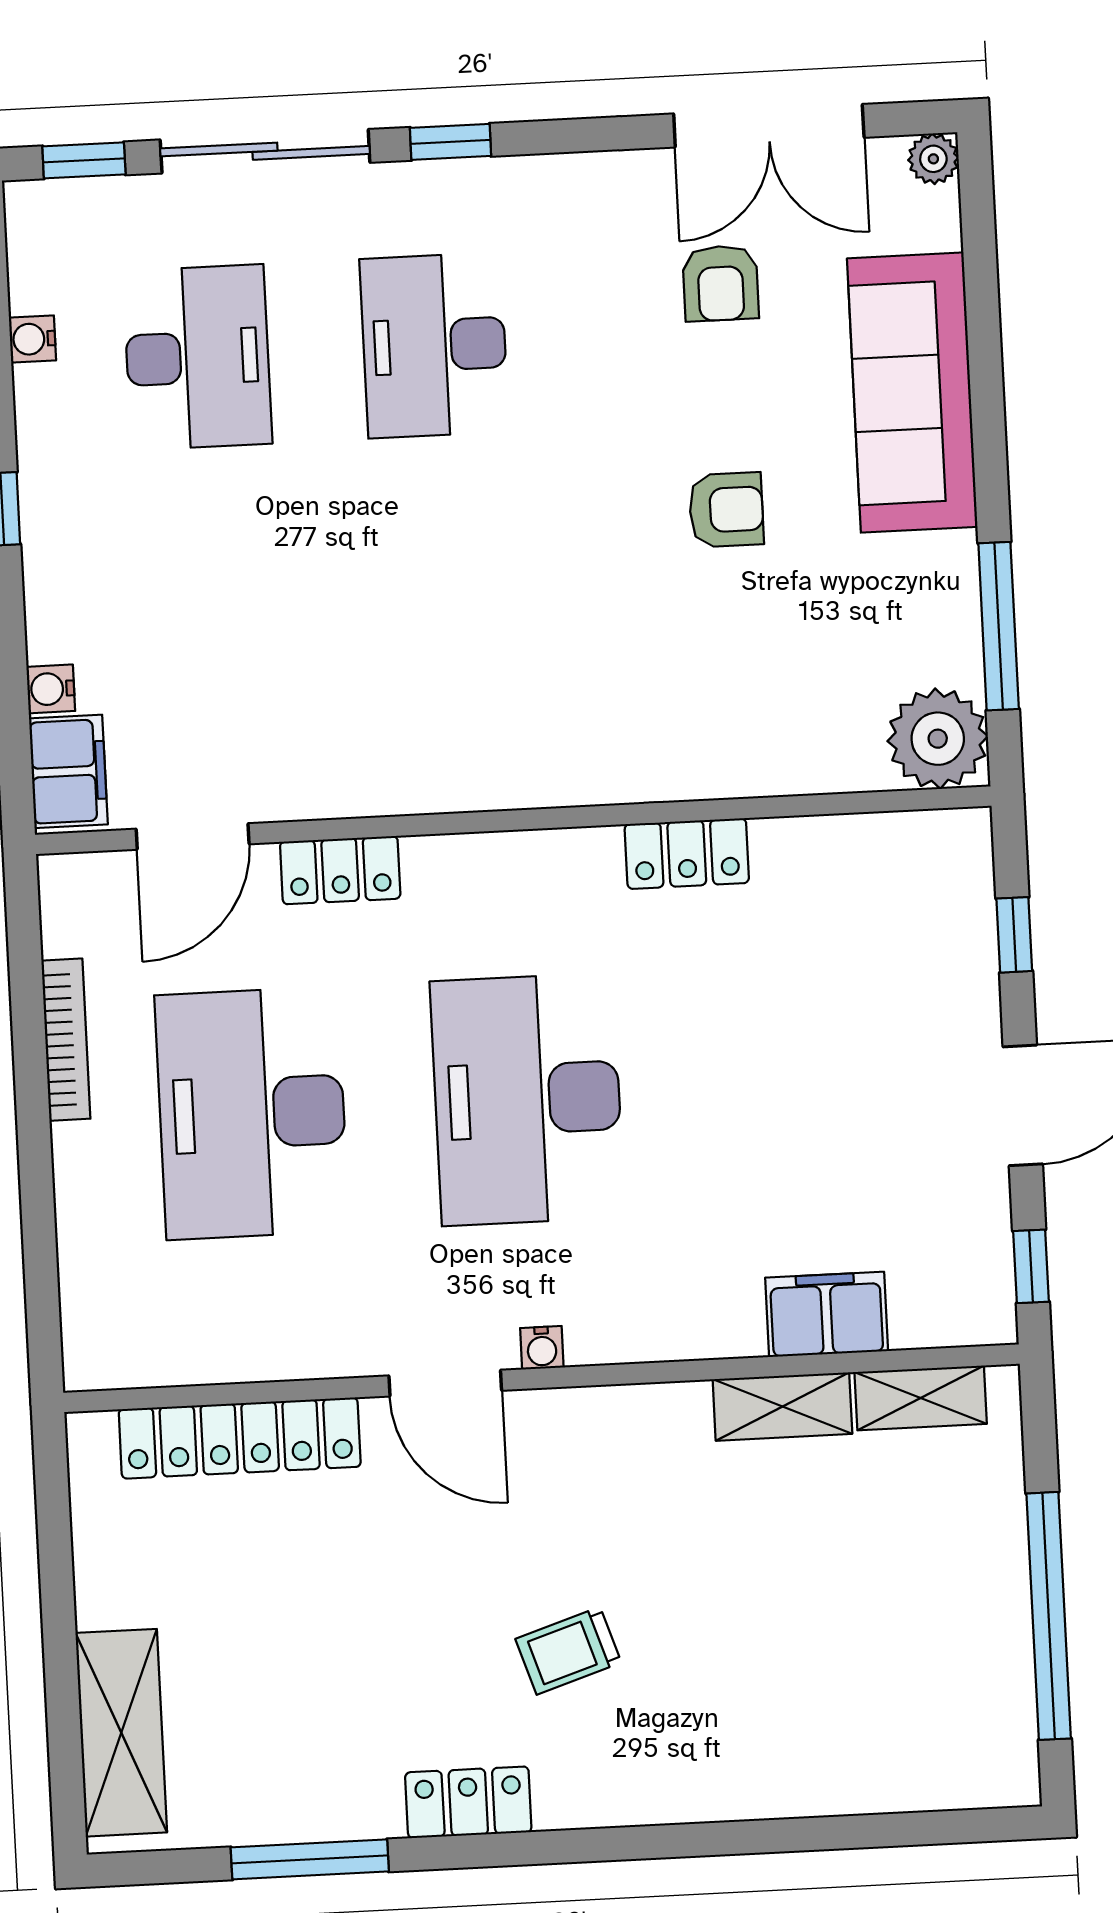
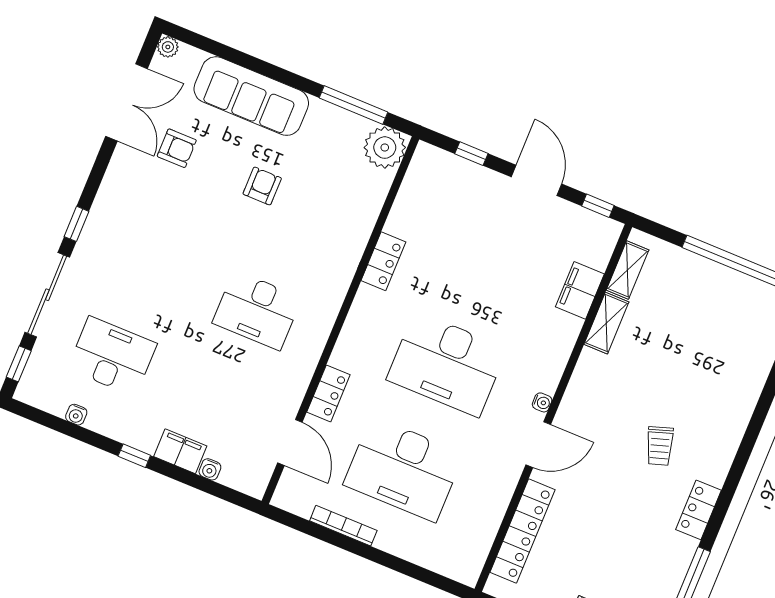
desk: (434, 345) -> (257, 310), moved
filing cabinet: (68, 771) -> (180, 451), moved

